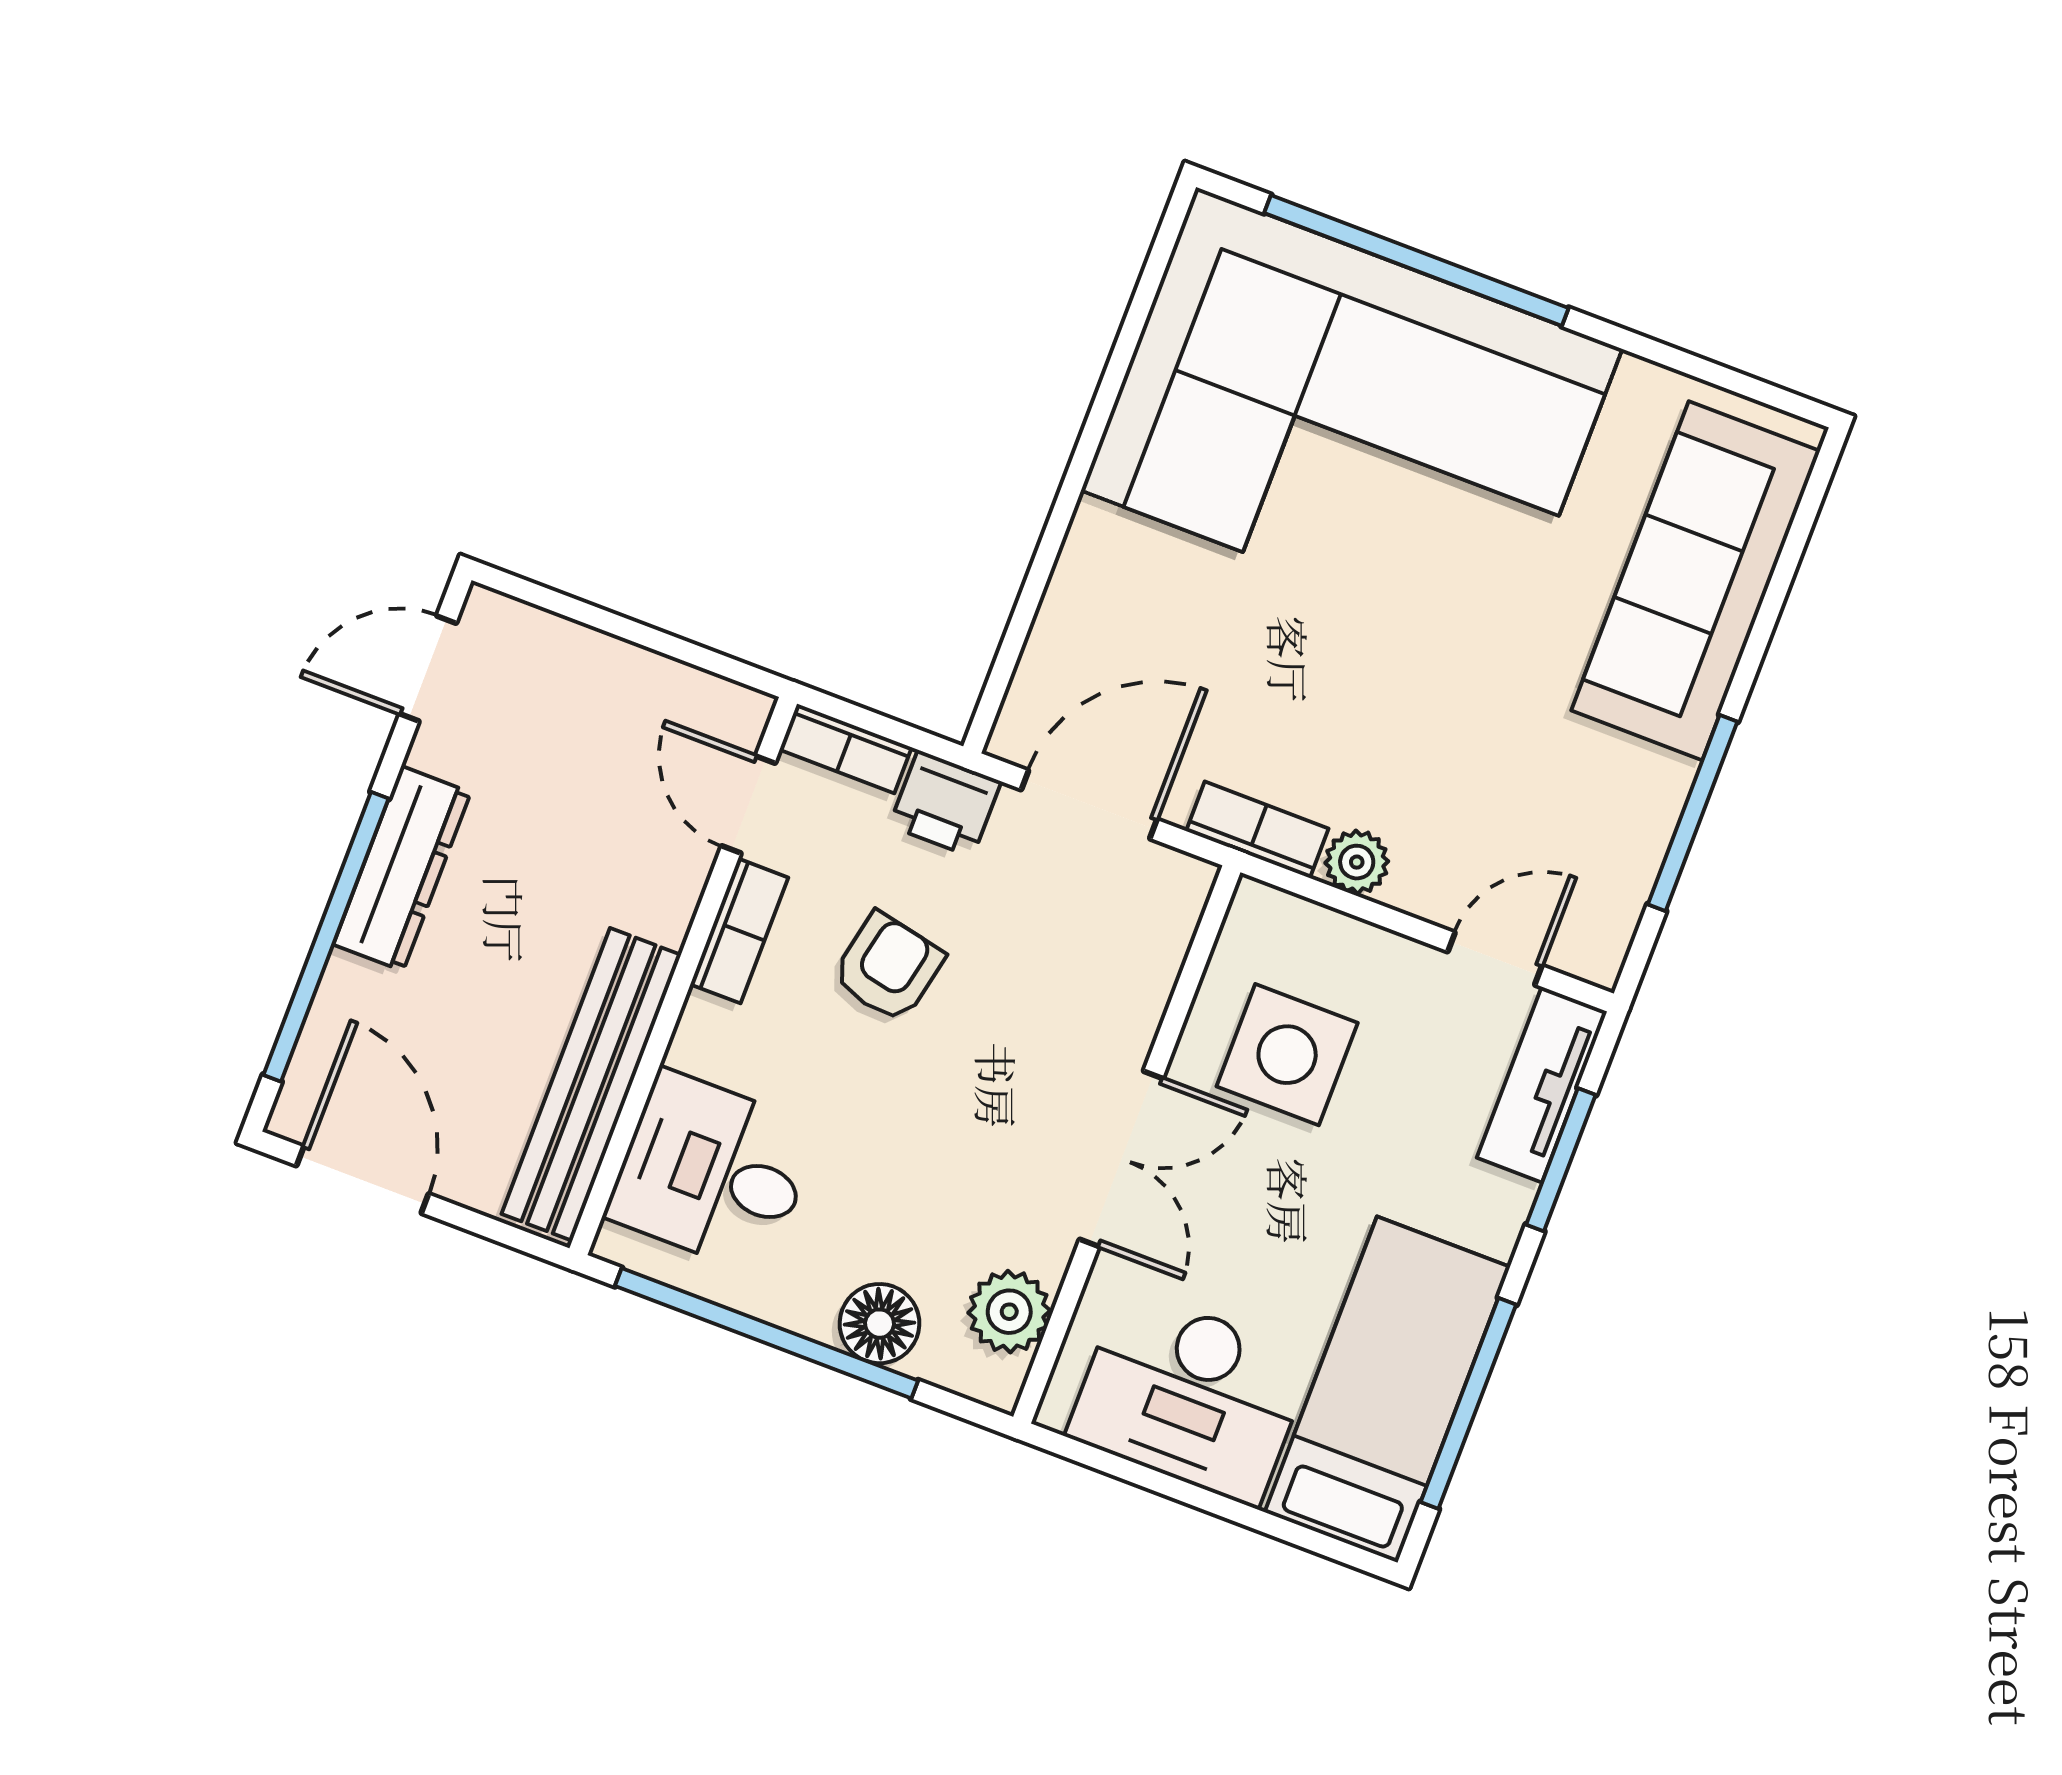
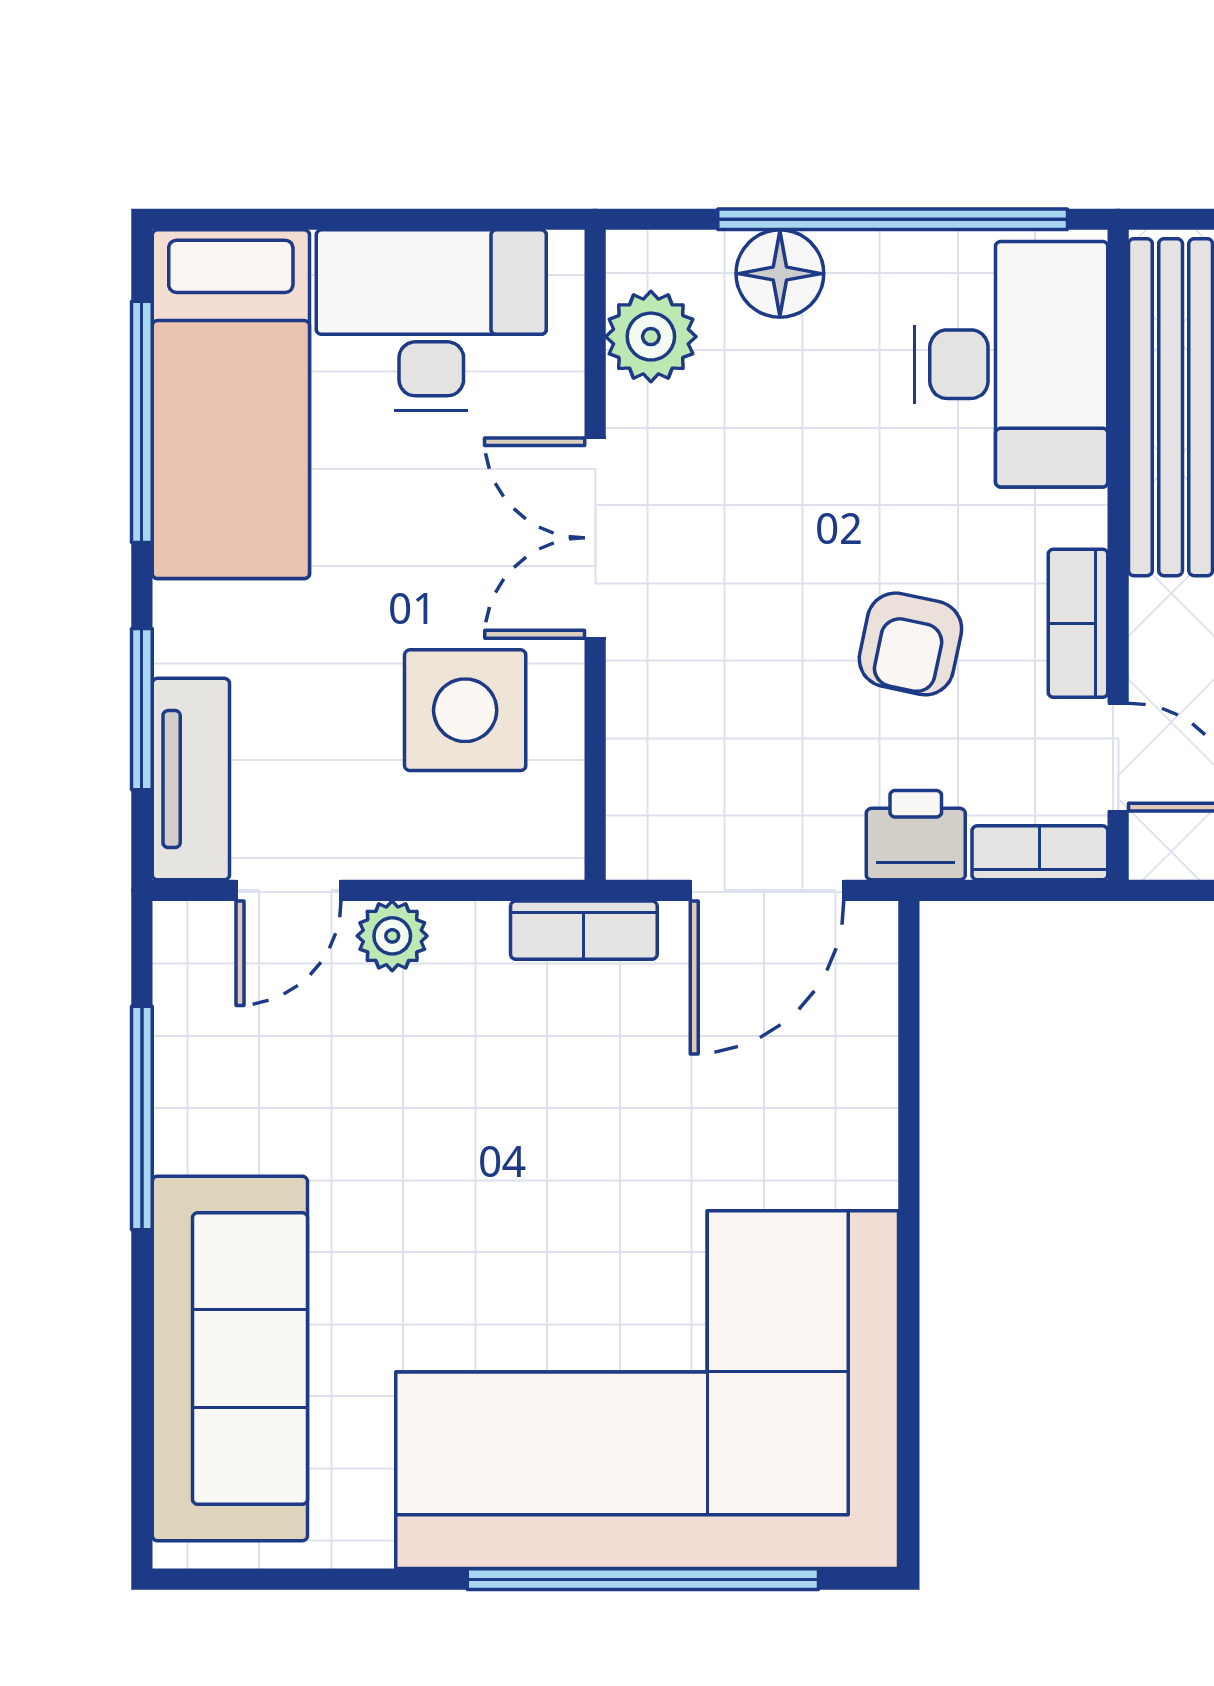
plant: (1357, 862) -> (392, 936), moved
desk: (713, 1172) -> (1011, 364), width x1.37

